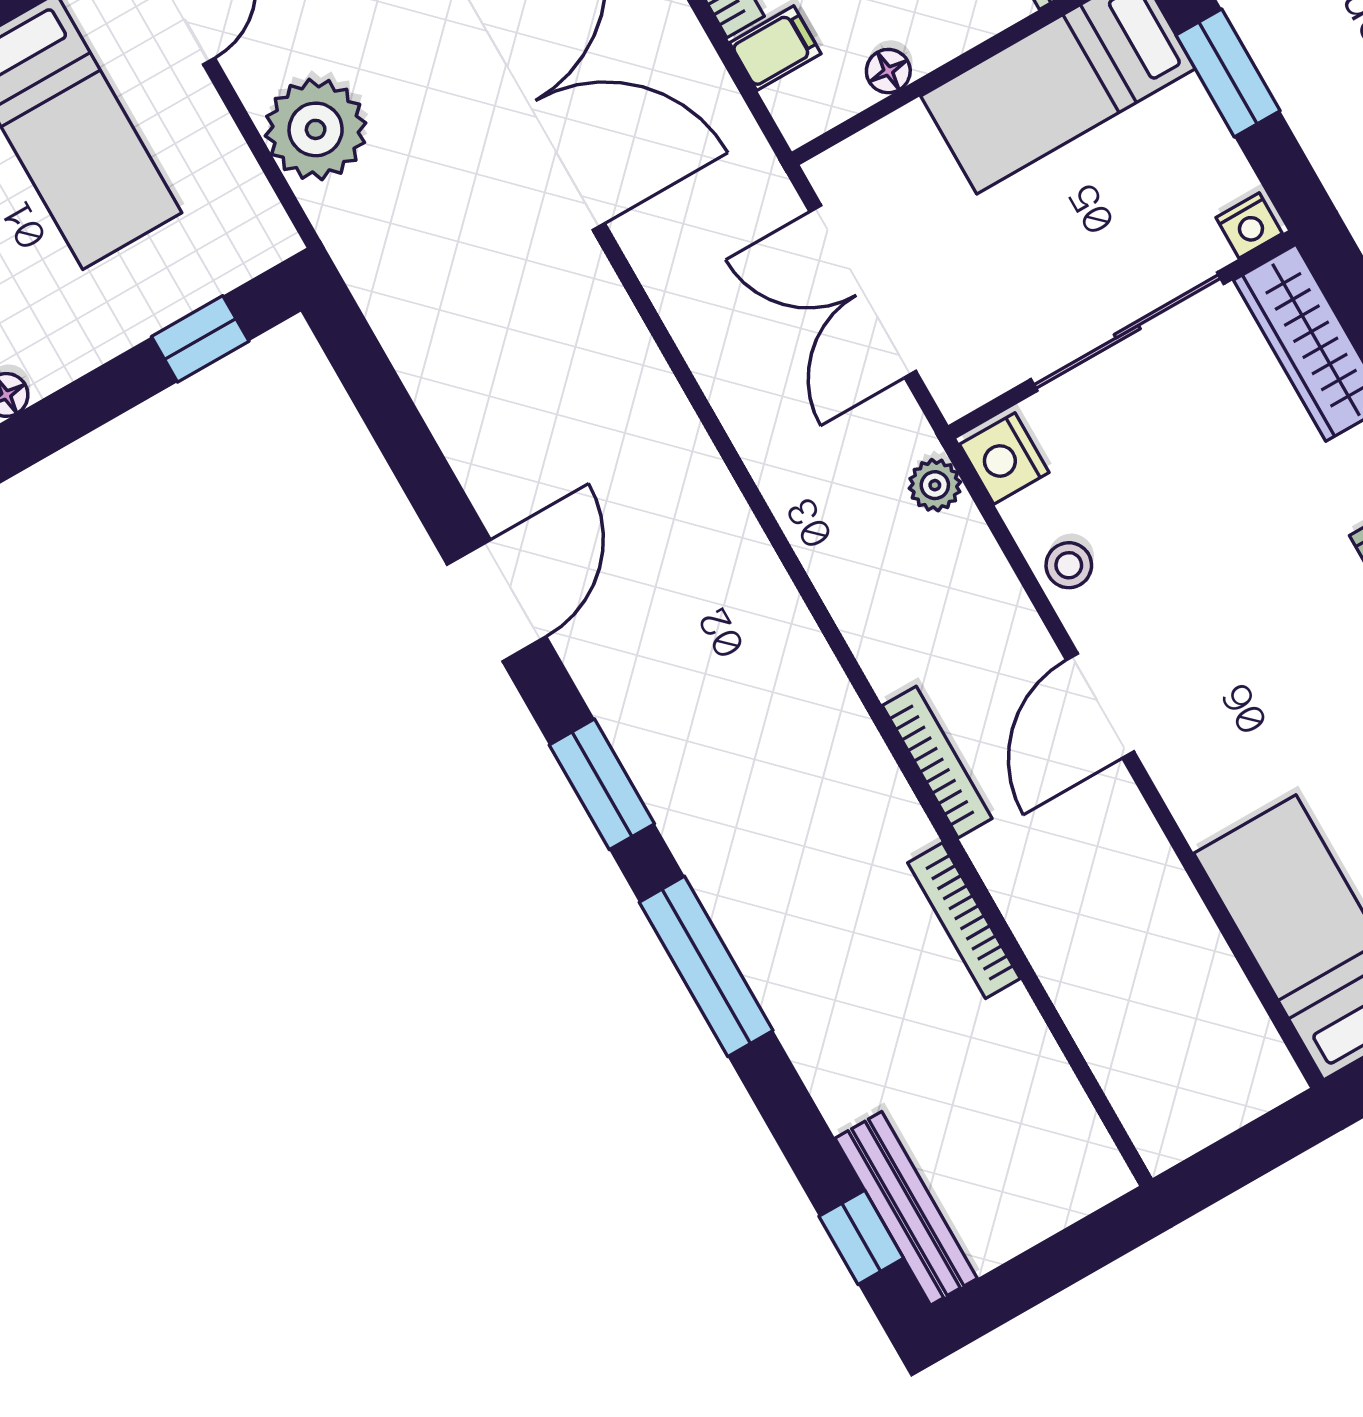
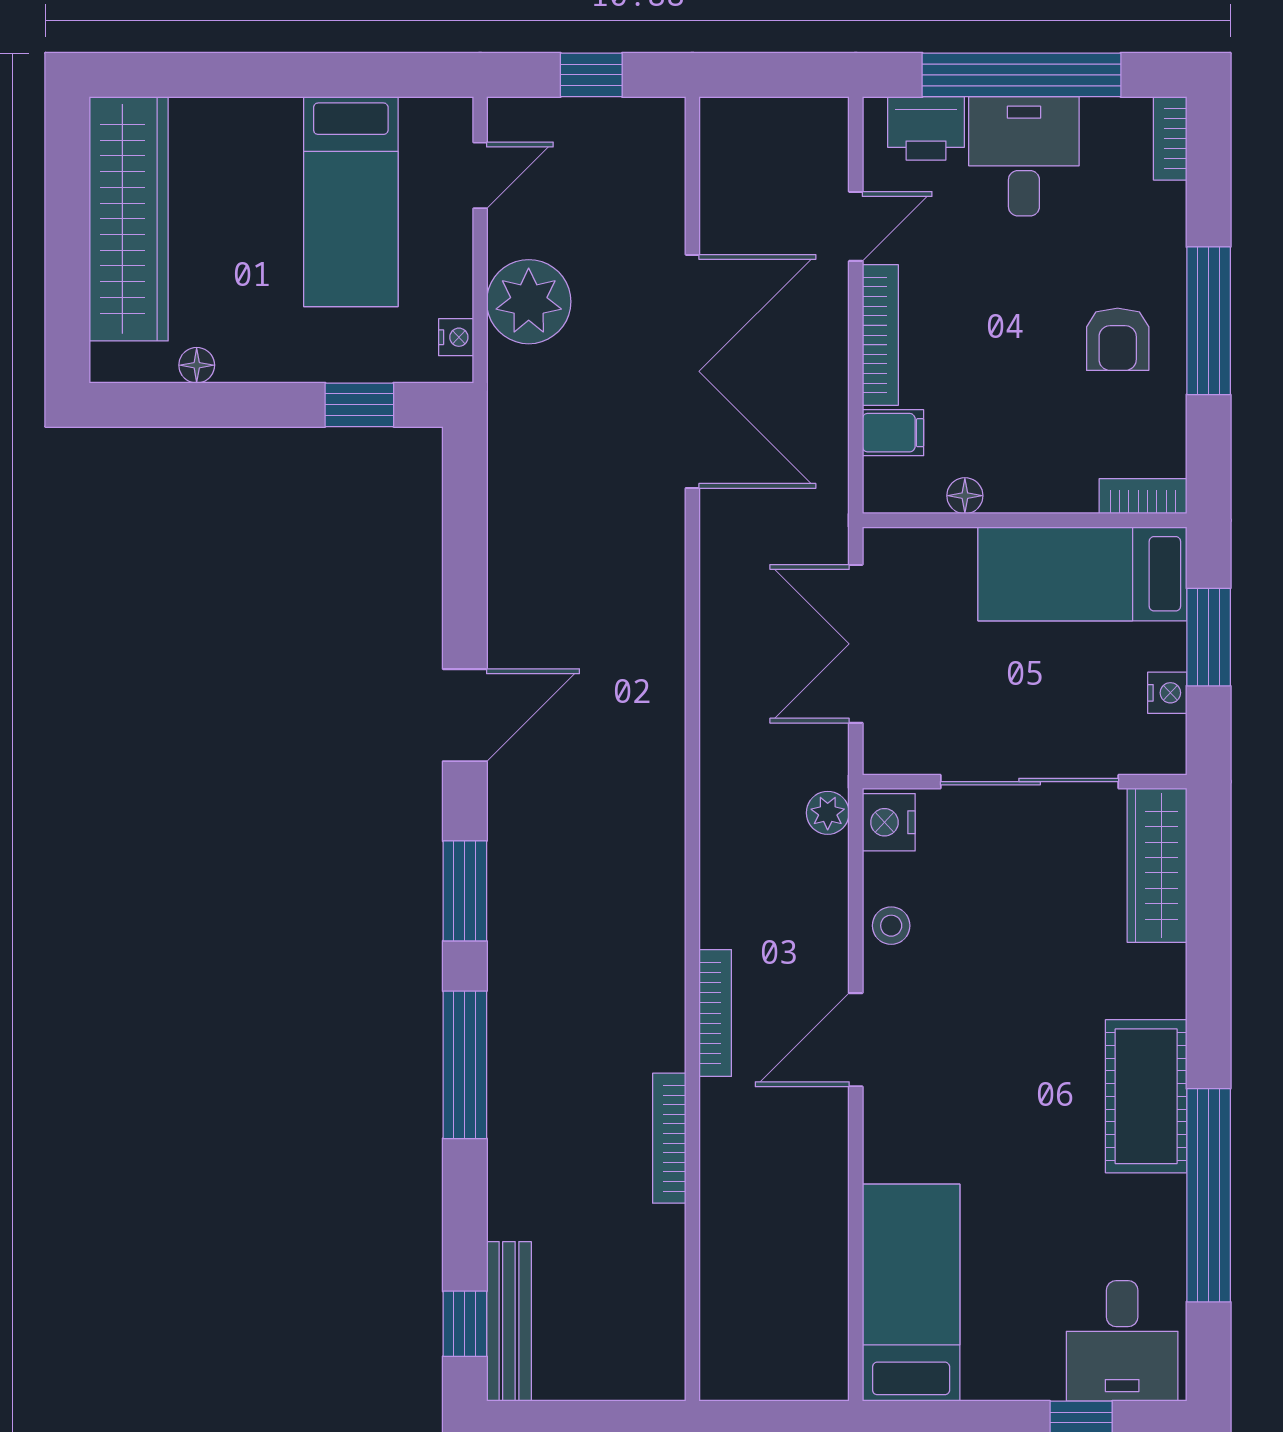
nightstand: (261, 210) -> (456, 337), added
nightstand: (1249, 226) -> (1167, 693), moved, turned -90

